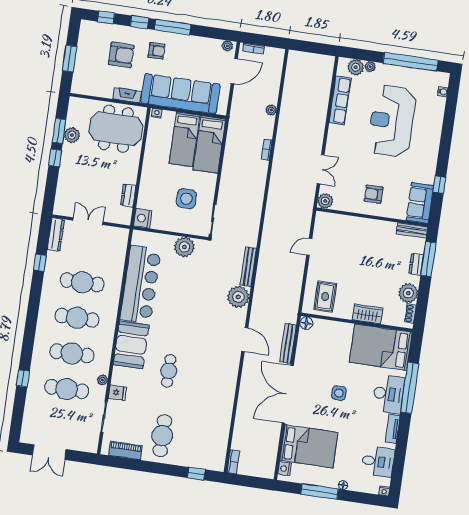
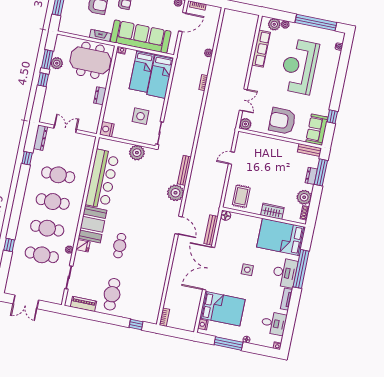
armchair: (374, 194) -> (282, 121), width x1.88, depth x1.88
dresser: (128, 195) -> (100, 96), moved
fridge: (117, 393) -> (83, 246), moved

